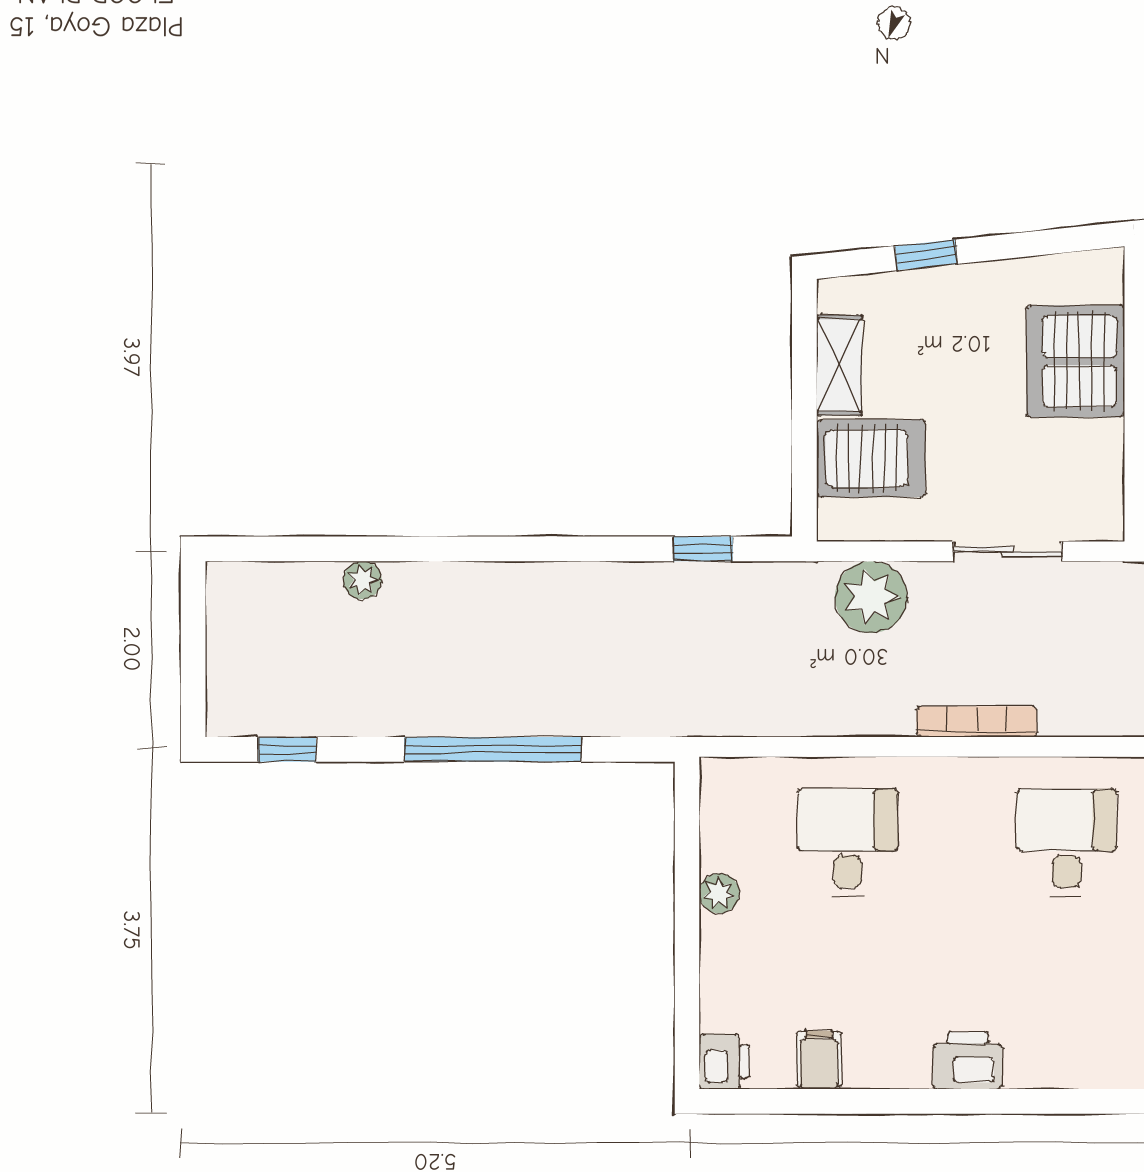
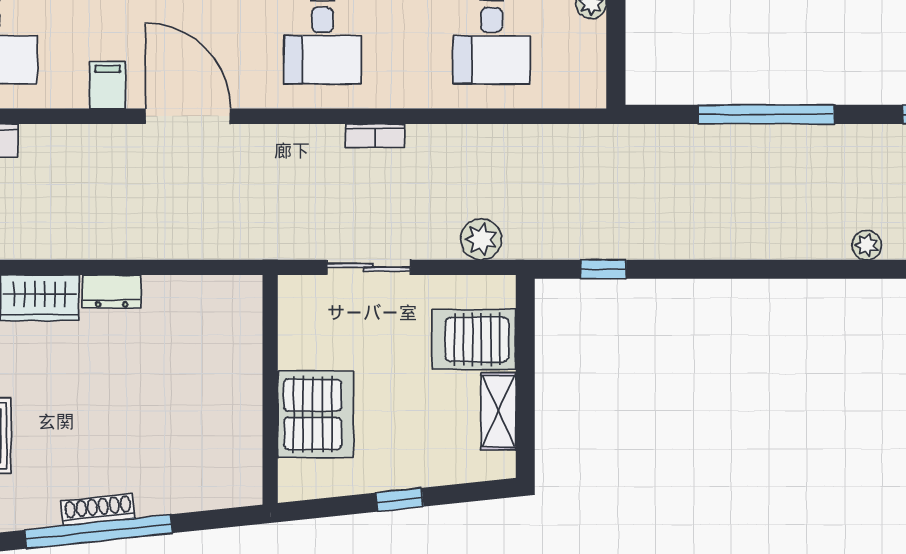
window: (926, 255) -> (400, 500), moved
plant: (871, 597) -> (481, 239), width x0.73, depth x0.73
bookcase: (977, 722) -> (375, 136), width x0.64

